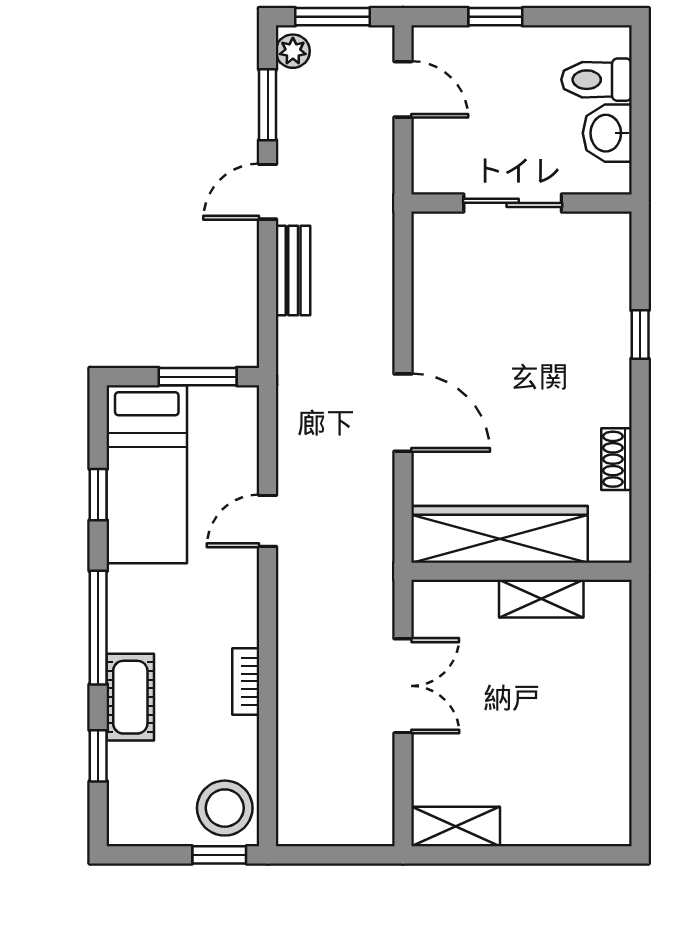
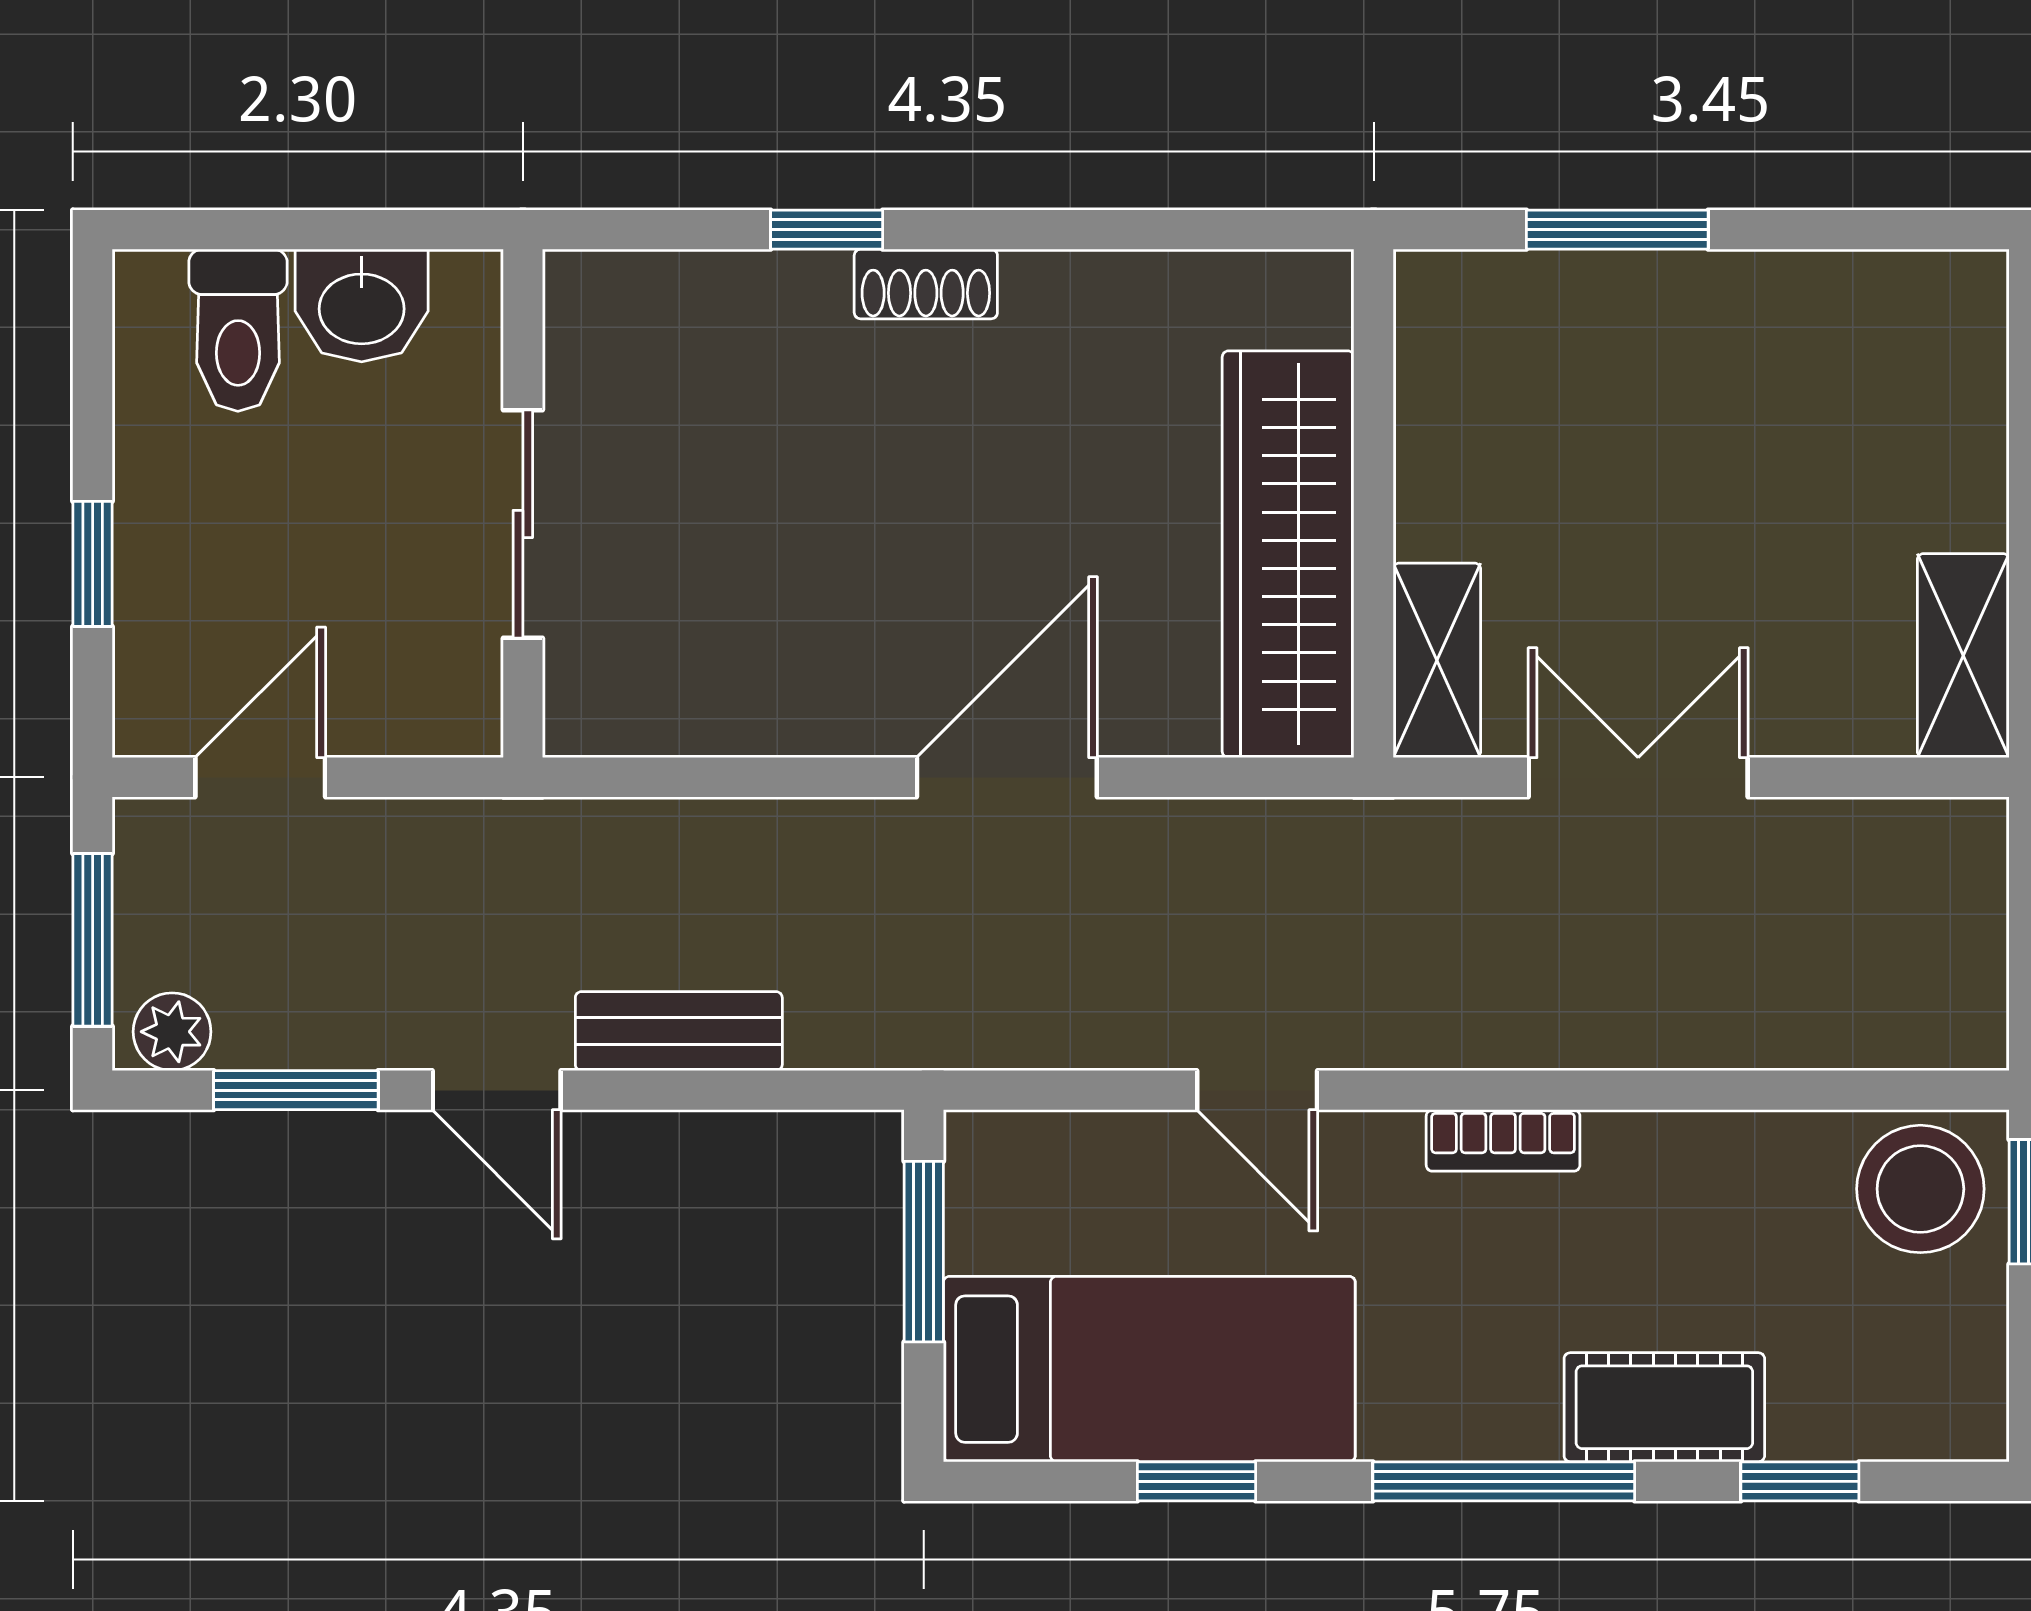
shoe rack: (617, 459) -> (926, 284), moved
shelving: (541, 599) -> (1437, 660), moved
window: (640, 677) -> (1617, 230), added
bookcase: (246, 681) -> (1503, 1140), moved

